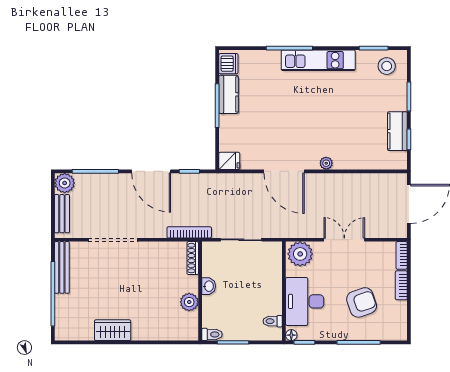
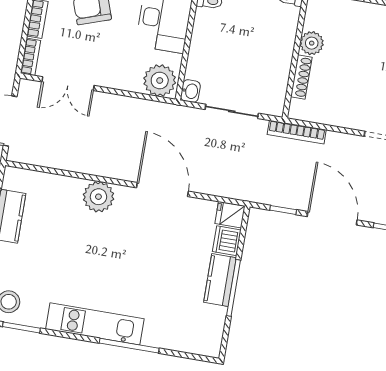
dishwasher: (228, 64) -> (227, 241), moved
kitchen counter: (228, 94) -> (220, 280), moved
plant: (326, 163) -> (98, 197), width x1.87, depth x1.87
double door: (344, 240) -> (68, 84), moved
shoe rack: (193, 258) -> (301, 77), moved
washbasin: (209, 286) -> (190, 91), moved, turned 180

